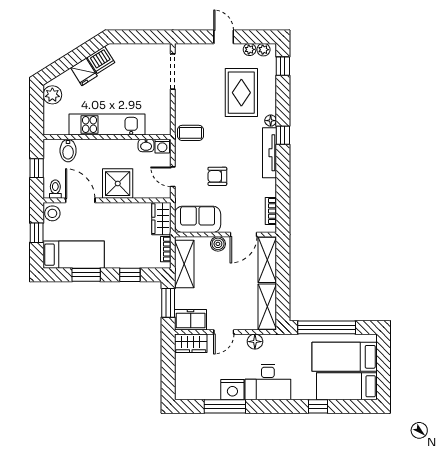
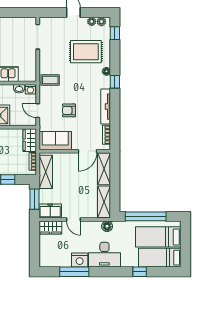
rug: (241, 93) -> (86, 52), turned 90
tv unit: (270, 153) -> (106, 107), moved
boiler: (218, 244) -> (69, 158), removed
door: (224, 332) -> (74, 220), hinge flipped
floor lamp: (255, 342) -> (107, 226), moved

